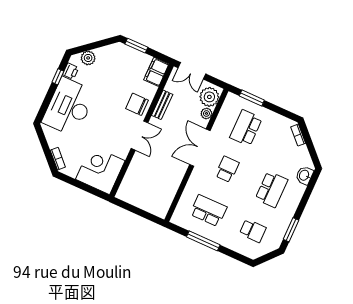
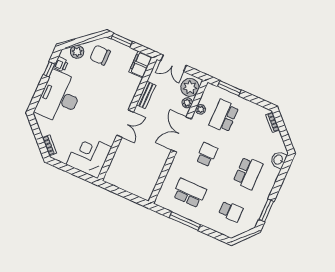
chair: (137, 104) -> (100, 55), moved
plant: (221, 121) -> (201, 109), added

